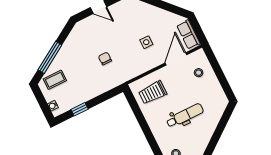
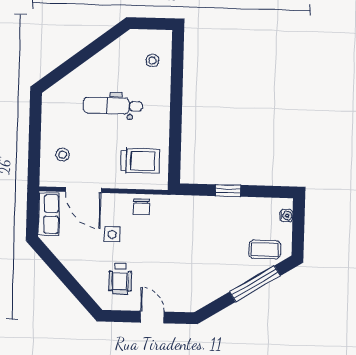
wheelchair: (128, 19) -> (120, 279), added
chair: (105, 59) -> (141, 207), moved
door: (176, 59) -> (84, 190), hinge flipped
window: (80, 109) -> (228, 190), moved

